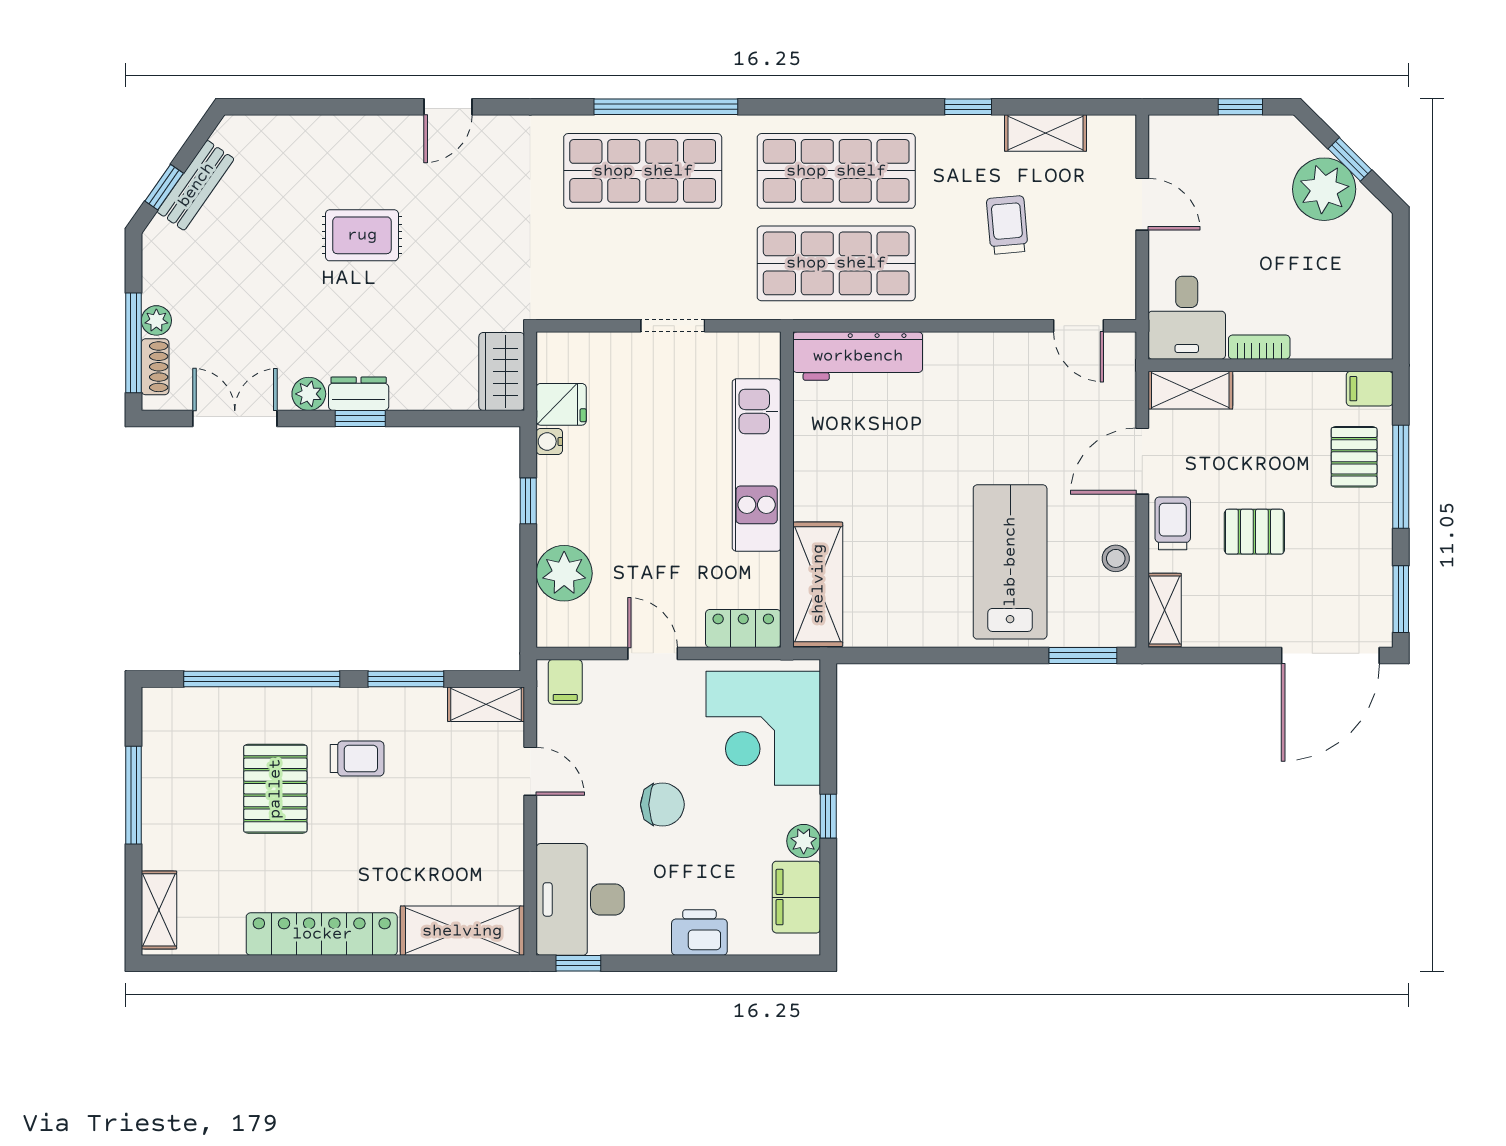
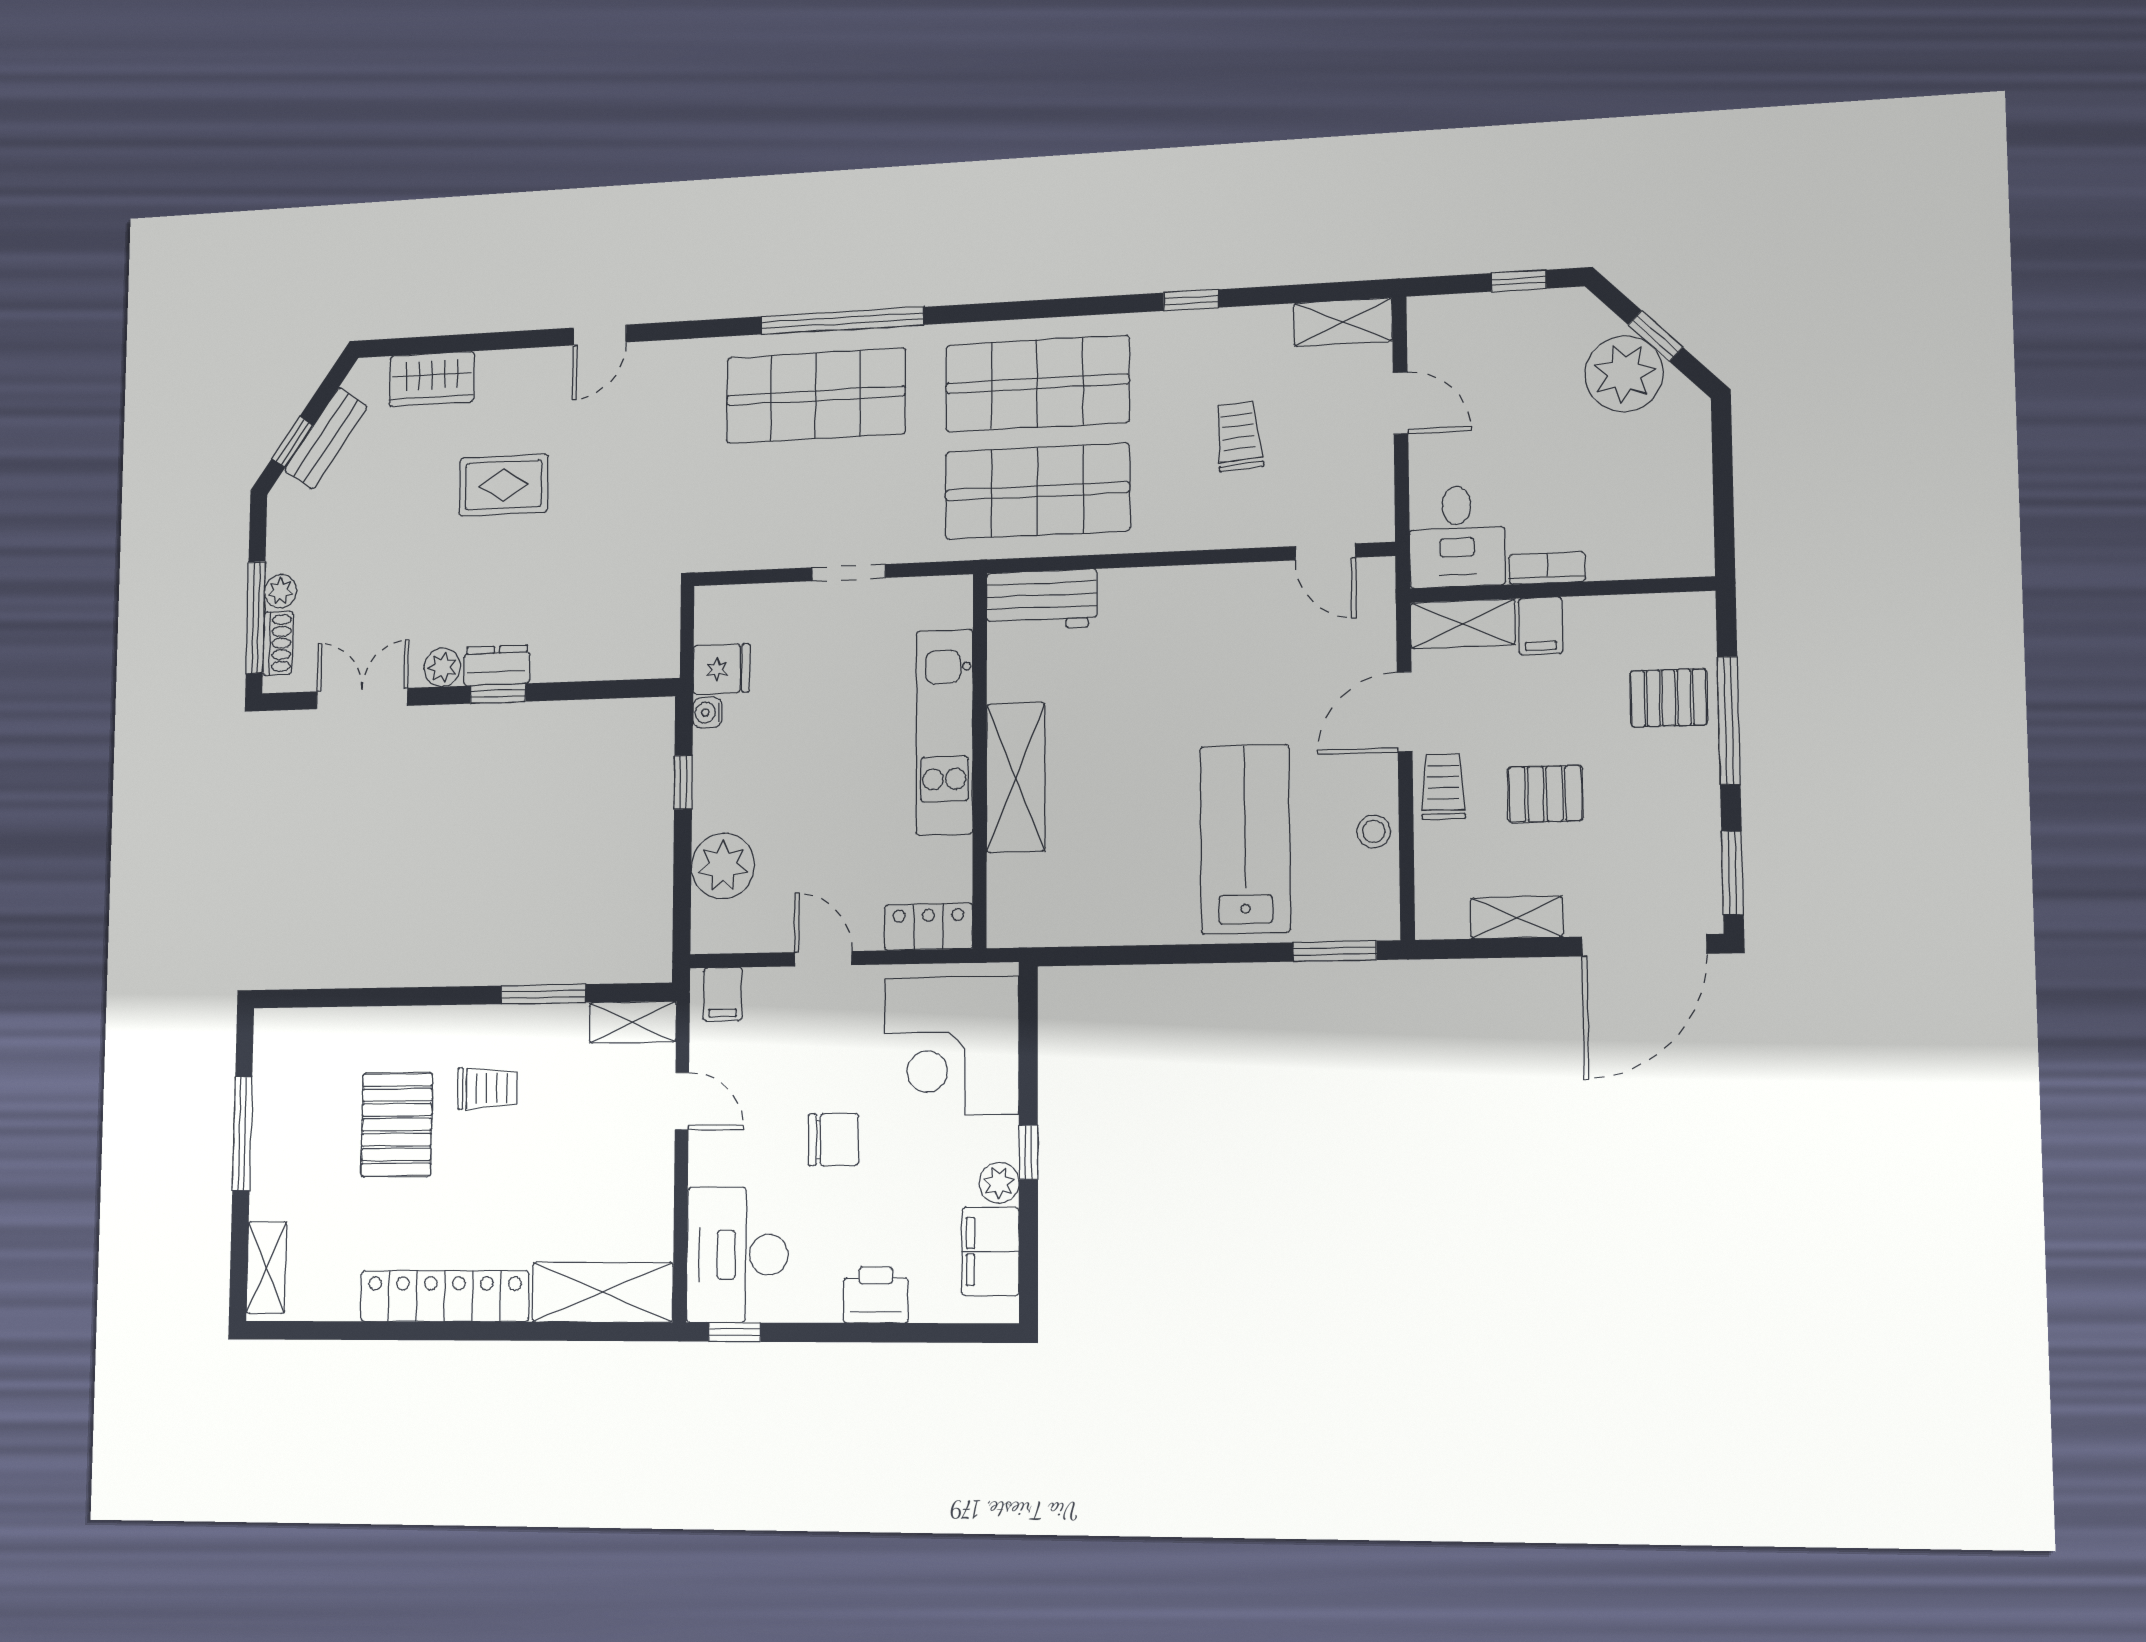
shelving: (1046, 133) -> (1343, 322), moved
workbench: (858, 356) -> (1042, 600), width x0.73
wardrobe: (502, 372) -> (432, 379), moved, turned -90
filing cabinet: (1370, 389) -> (1541, 626), moved, turned -90
pallet: (1354, 457) -> (1669, 698), turned 90
shelving: (818, 584) -> (1016, 777), moved
shelving: (1165, 610) -> (1517, 917), moved, turned 90
window: (262, 679) -> (384, 997), removed

